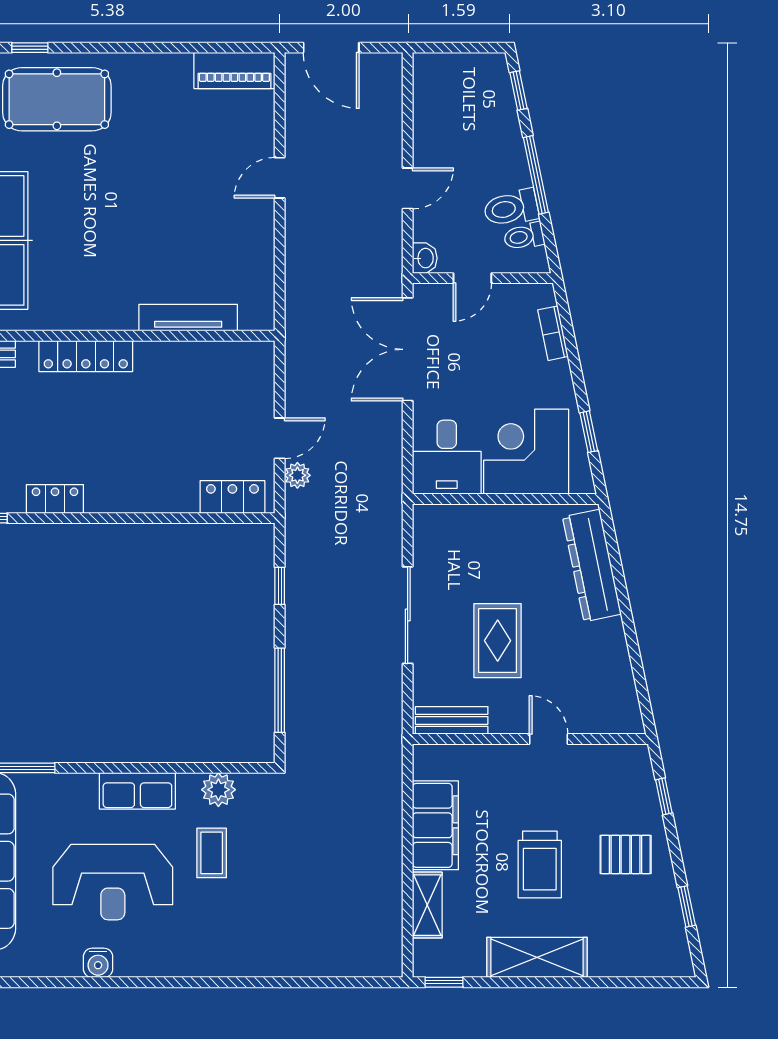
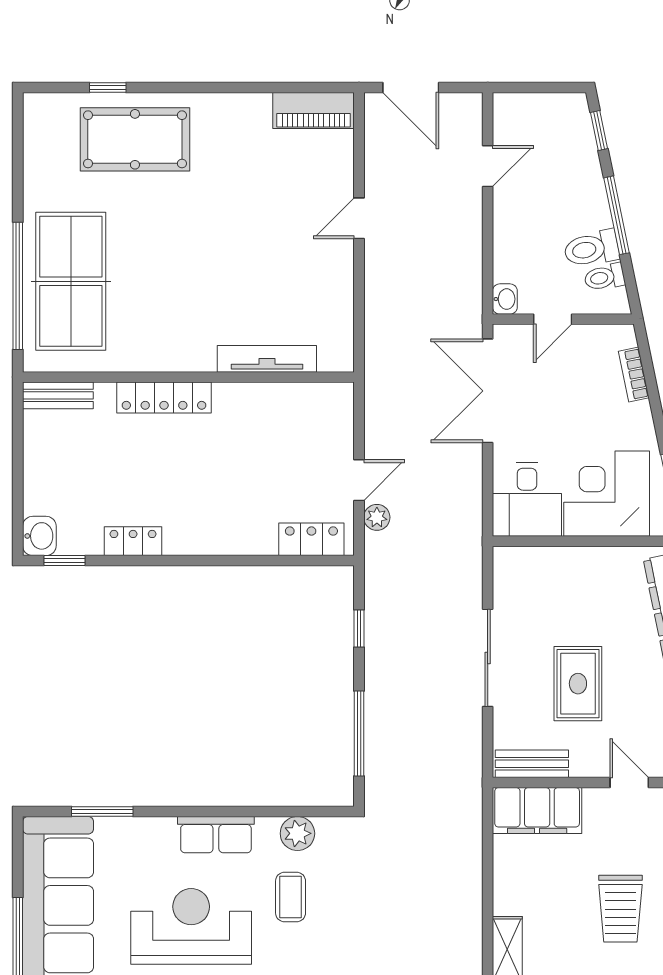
door: (408, 188) -> (488, 166), moved
filing cabinet: (435, 825) -> (537, 811), moved, turned 90
reception desk: (113, 882) -> (191, 926), turned 180

